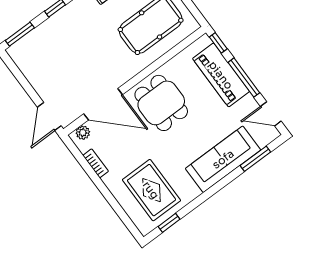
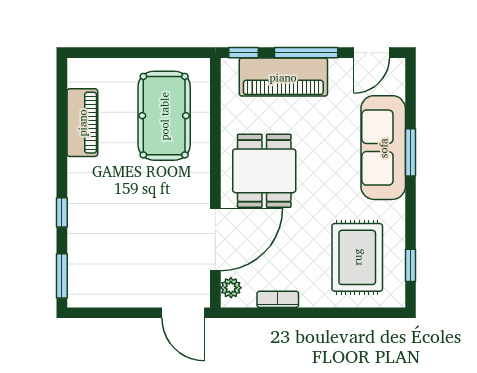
dining table: (161, 103) -> (264, 171), turned 90
window: (255, 159) -> (410, 152), moved
rug: (151, 190) -> (357, 257), turned 90

